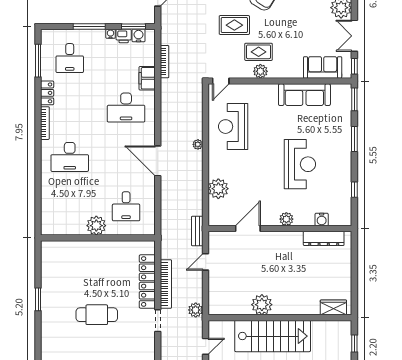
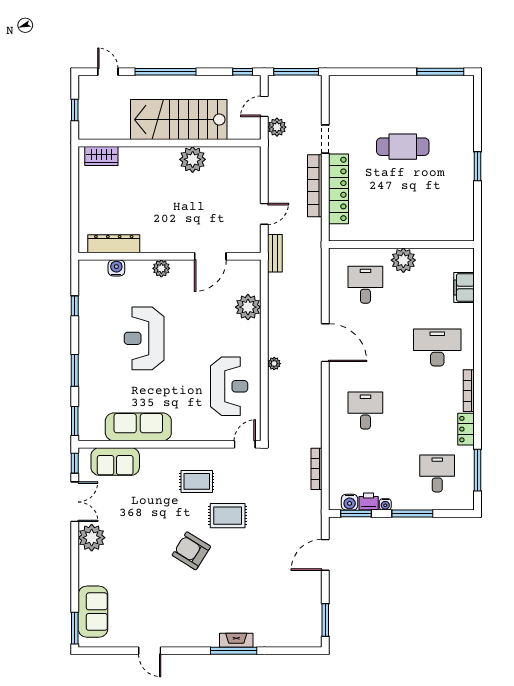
plant: (260, 71) -> (194, 457), removed
filing cabinet: (147, 78) -> (464, 288), moved, turned 180
desk: (126, 108) -> (365, 410), width x0.73
plant: (196, 310) -> (277, 127), moved

